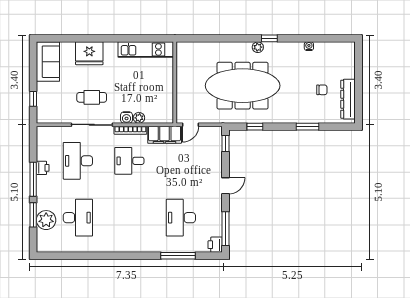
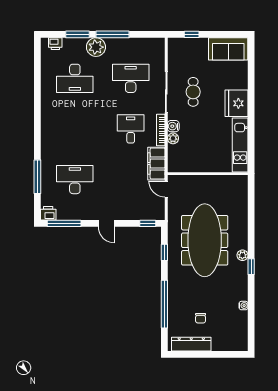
fridge: (89, 53) -> (236, 103), moved
window: (308, 127) -> (164, 304), width x2.11
printer: (43, 168) -> (55, 44), moved
plant: (46, 220) -> (96, 47), moved

